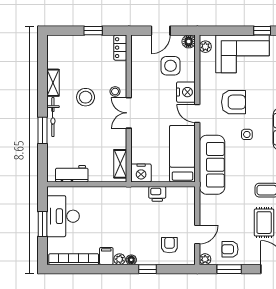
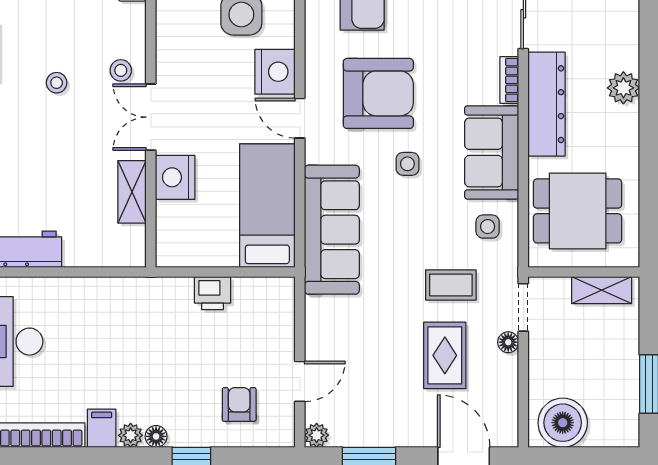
stool: (86, 97) -> (57, 83), width x0.53, depth x0.53
armchair: (233, 102) -> (378, 93), width x1.36, depth x1.36
shelving: (120, 164) -> (132, 192), moved
nightstand: (141, 173) -> (175, 177), moved, turned 90
armchair: (230, 249) -> (371, 414), removed

